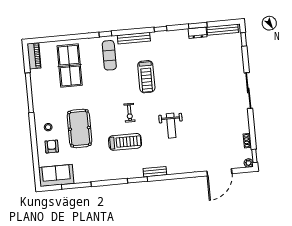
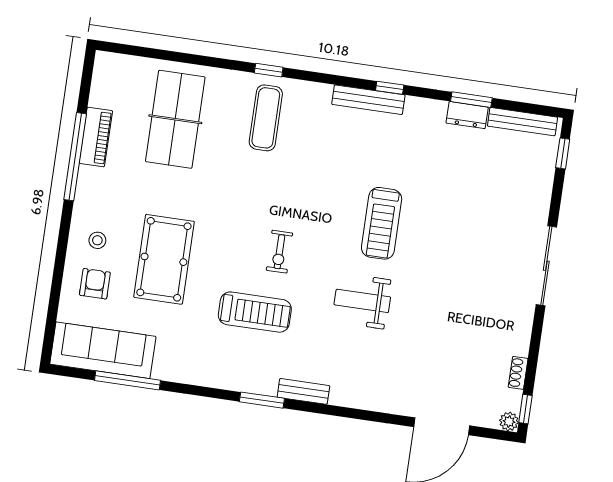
bench: (134, 38) -> (368, 100), moved
piano: (34, 56) -> (96, 137), moved
treadmill: (146, 77) -> (382, 223), moved
weight bench: (171, 126) -> (362, 301), turned 90
sofa: (56, 175) -> (103, 350), width x1.36

